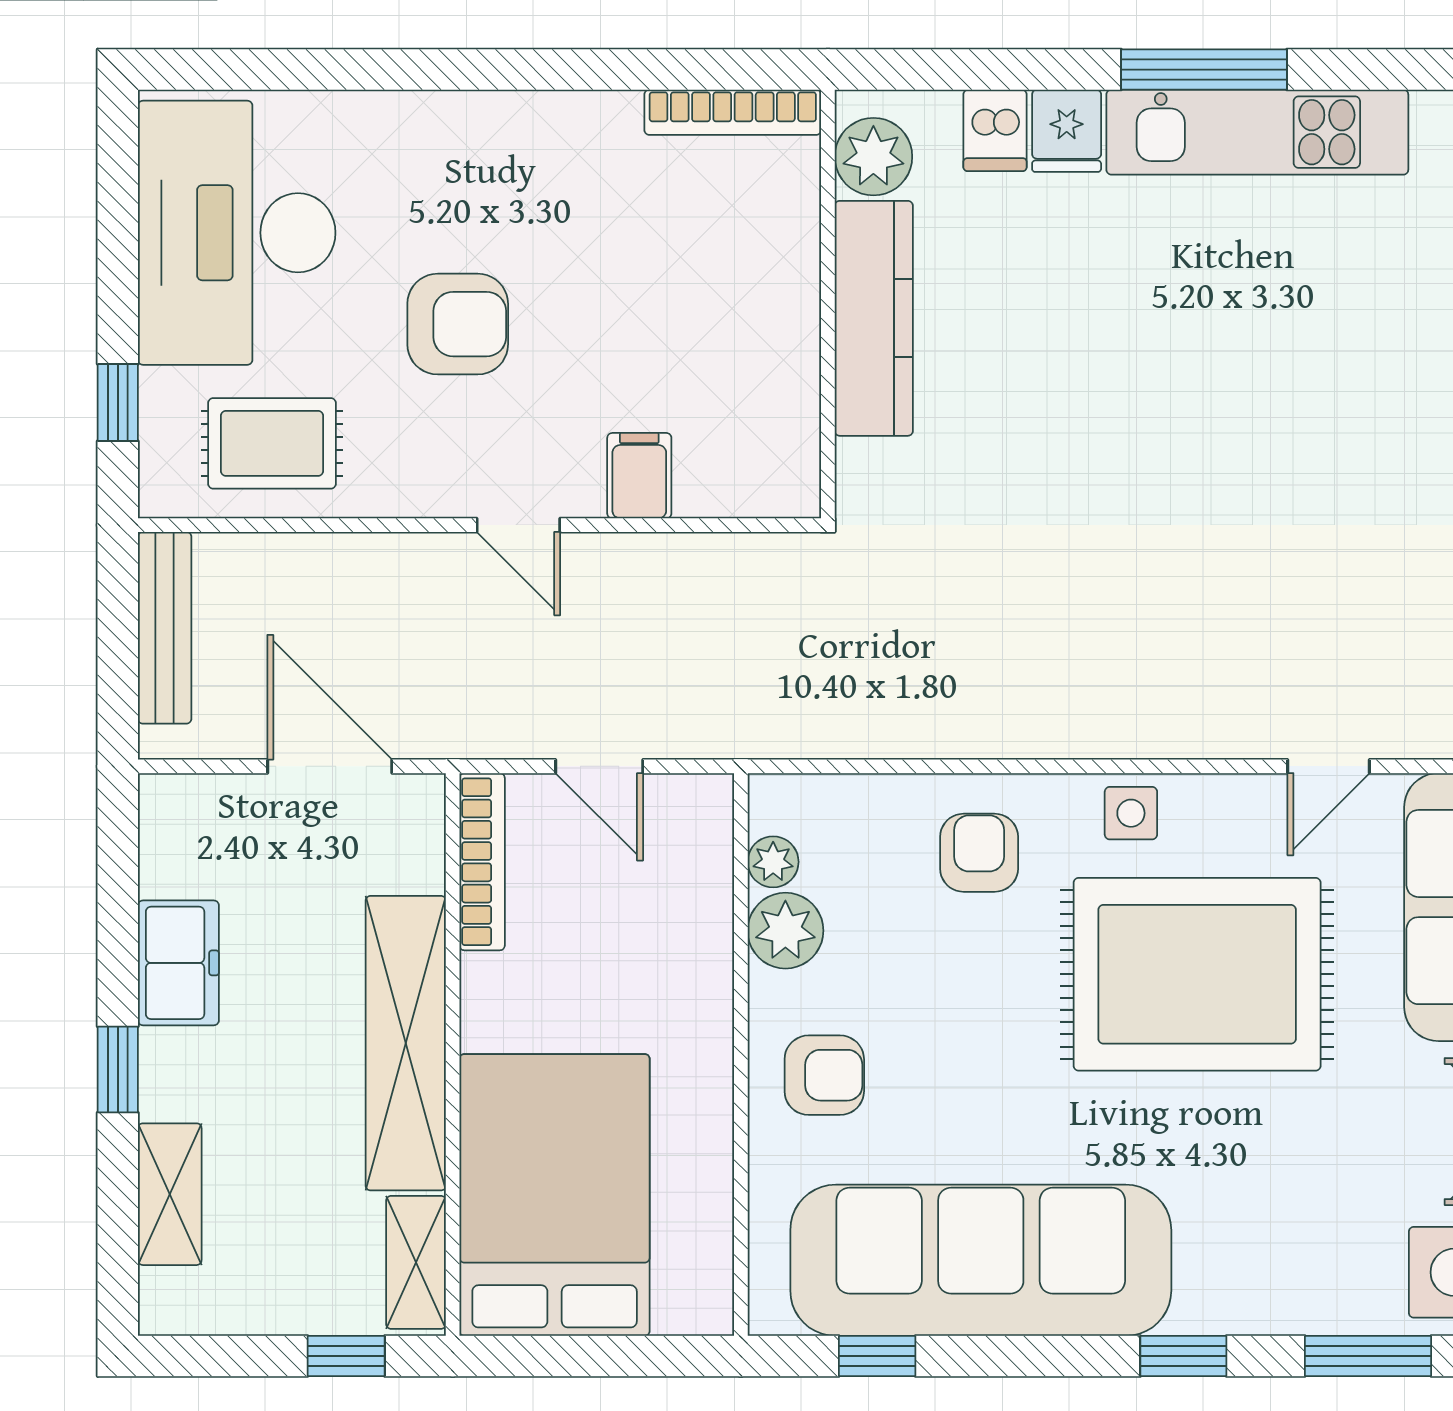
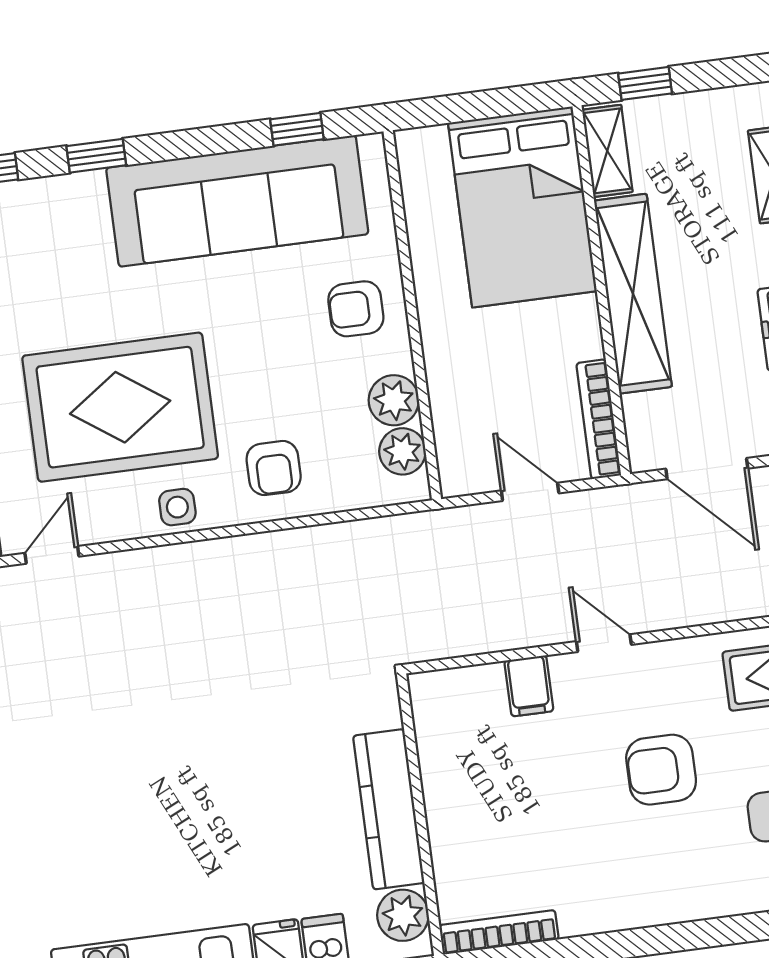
plant: (773, 862) -> (402, 451), width x1.38, depth x1.38

